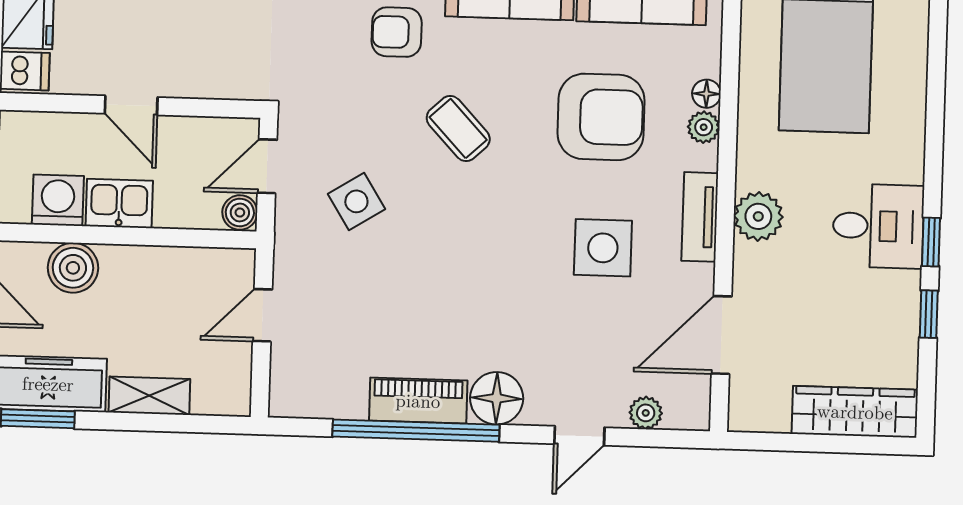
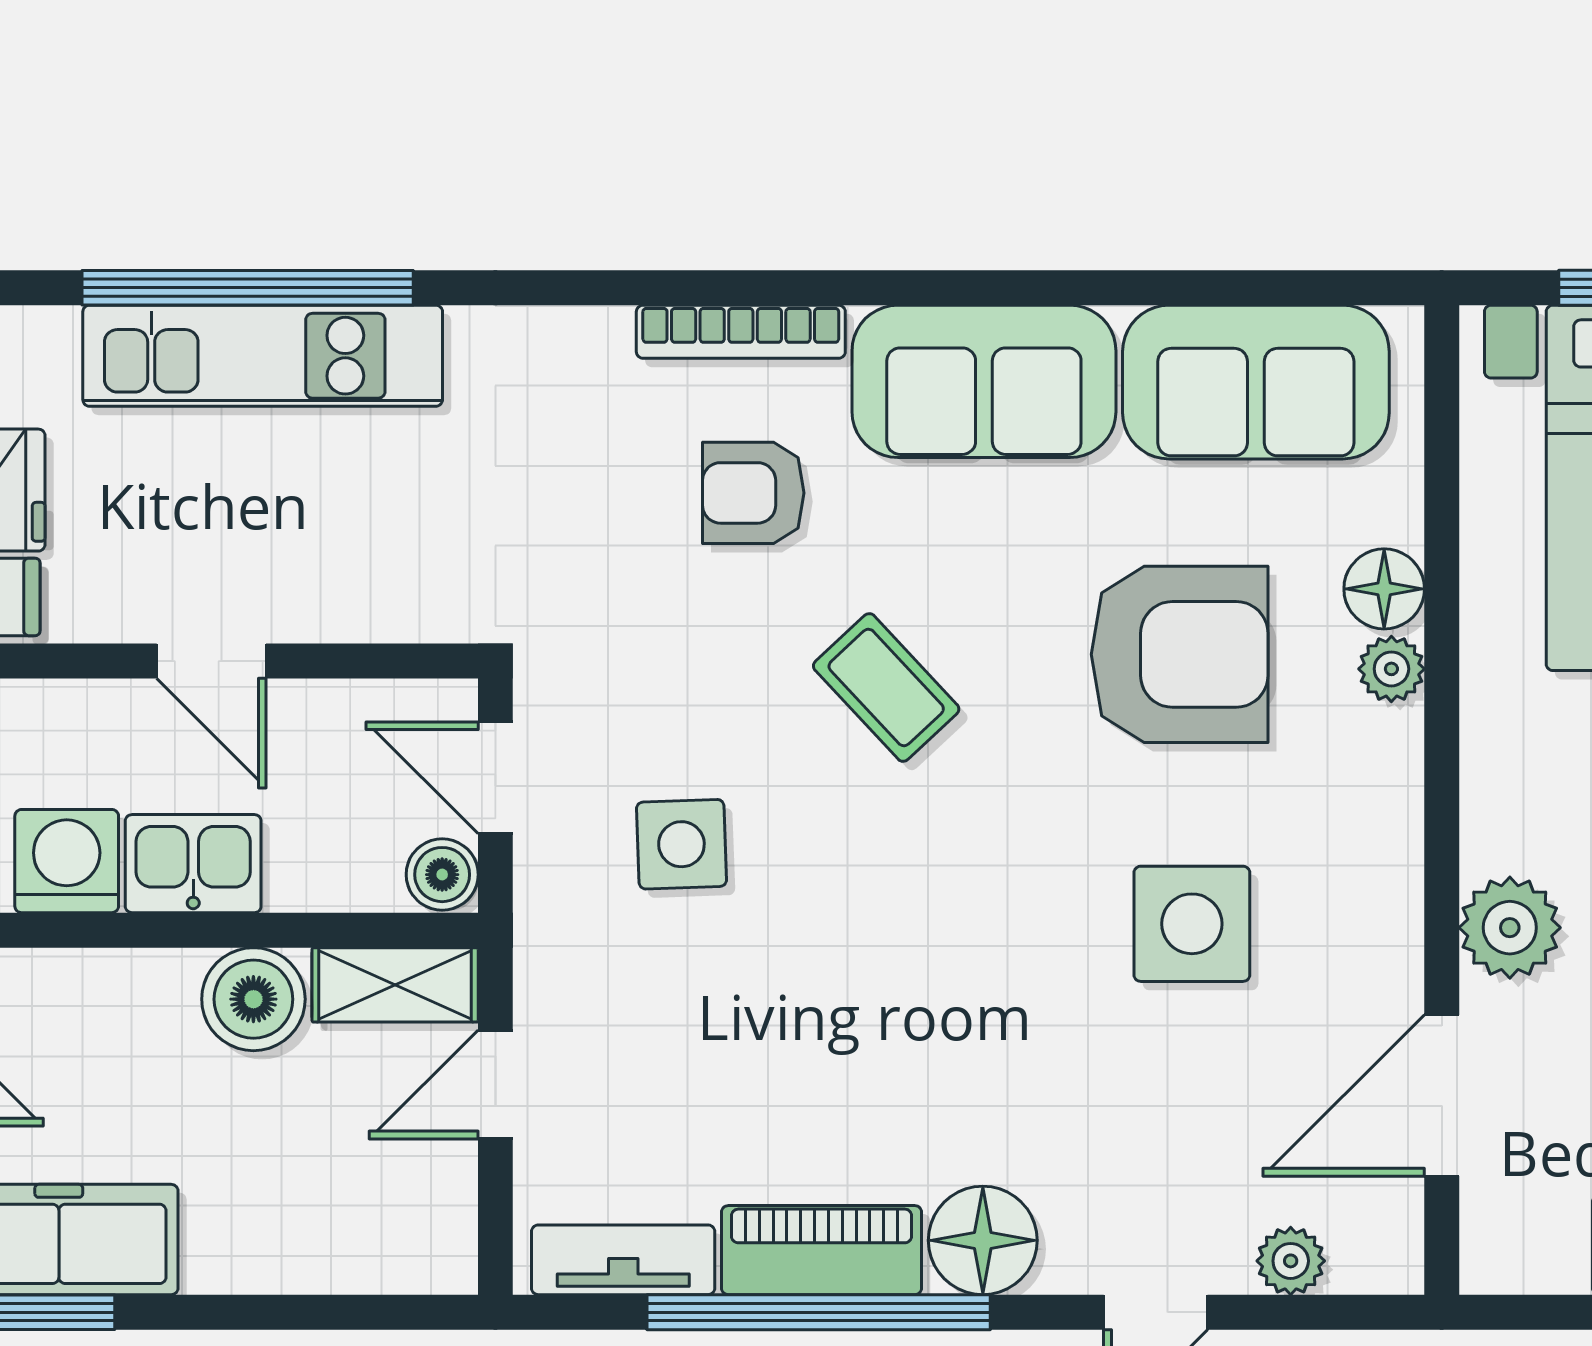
floor lamp: (706, 94) -> (1384, 589), width x1.37, depth x1.37
door: (267, 166) -> (495, 778), hinge flipped
side table: (356, 201) -> (681, 844), turned 30
plant: (758, 216) -> (1510, 928), moved
tv unit: (700, 217) -> (623, 1260), moved, turned 90
boiler: (73, 268) -> (253, 999), moved
shelving: (149, 396) -> (395, 985), moved

